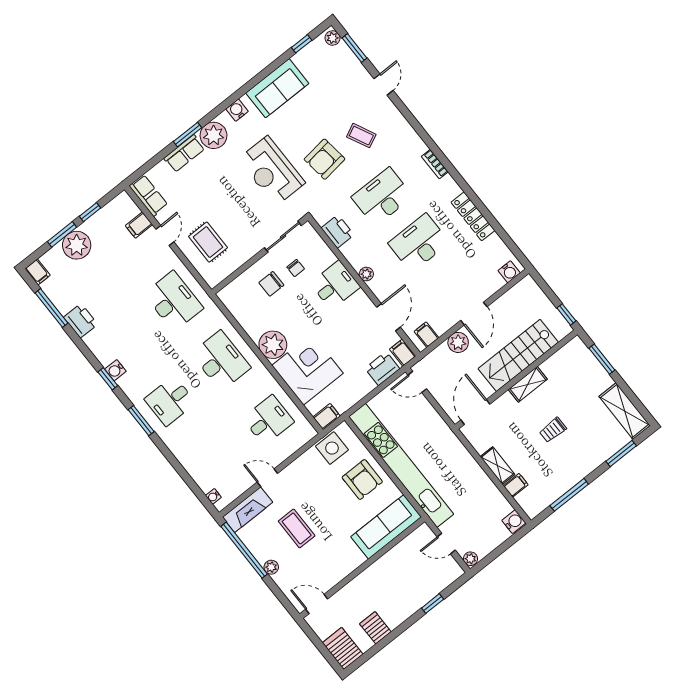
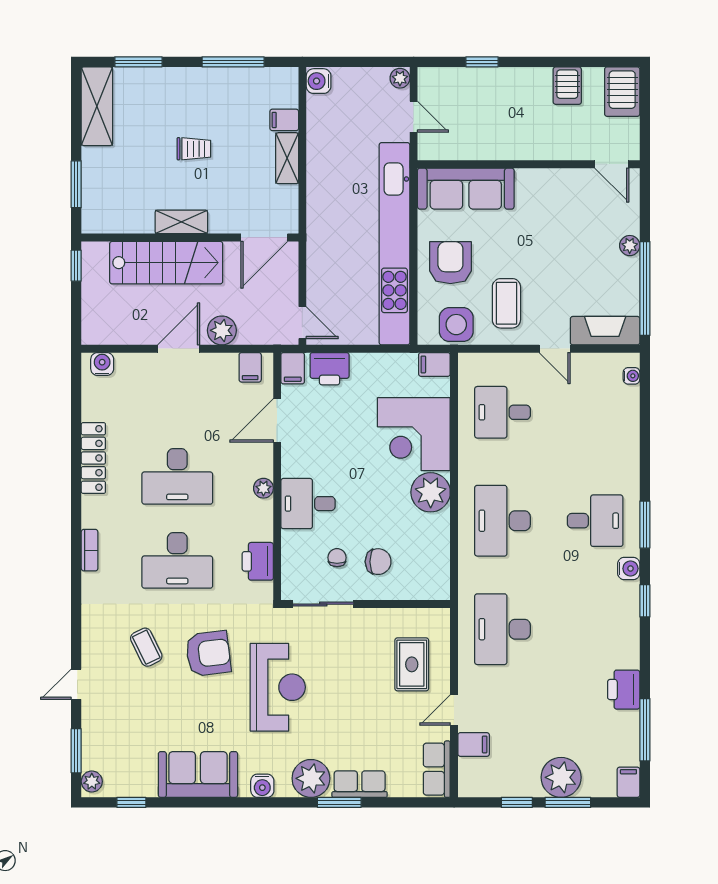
water cooler: (115, 370) -> (629, 569), moved
coffee table: (297, 528) -> (506, 303), moved

